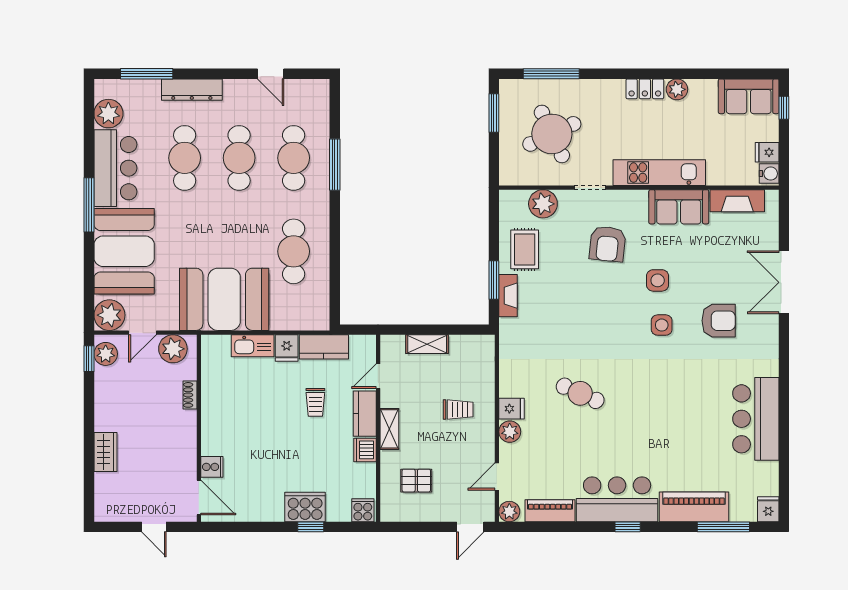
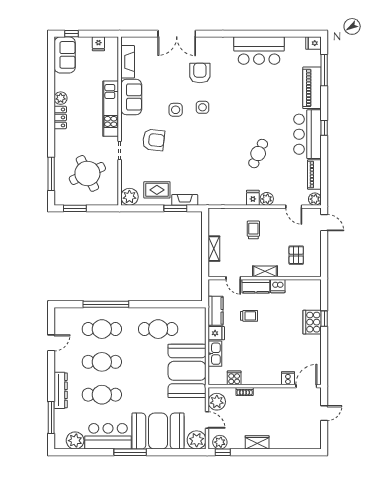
window: (335, 165) -> (106, 304), width x1.46
water cooler: (769, 174) -> (111, 43), removed
plant: (543, 204) -> (129, 197), moved
cafe table: (580, 393) -> (258, 154), moved
wardrobe: (105, 452) -> (257, 442), moved
cooker: (363, 510) -> (234, 378), moved, turned 90

